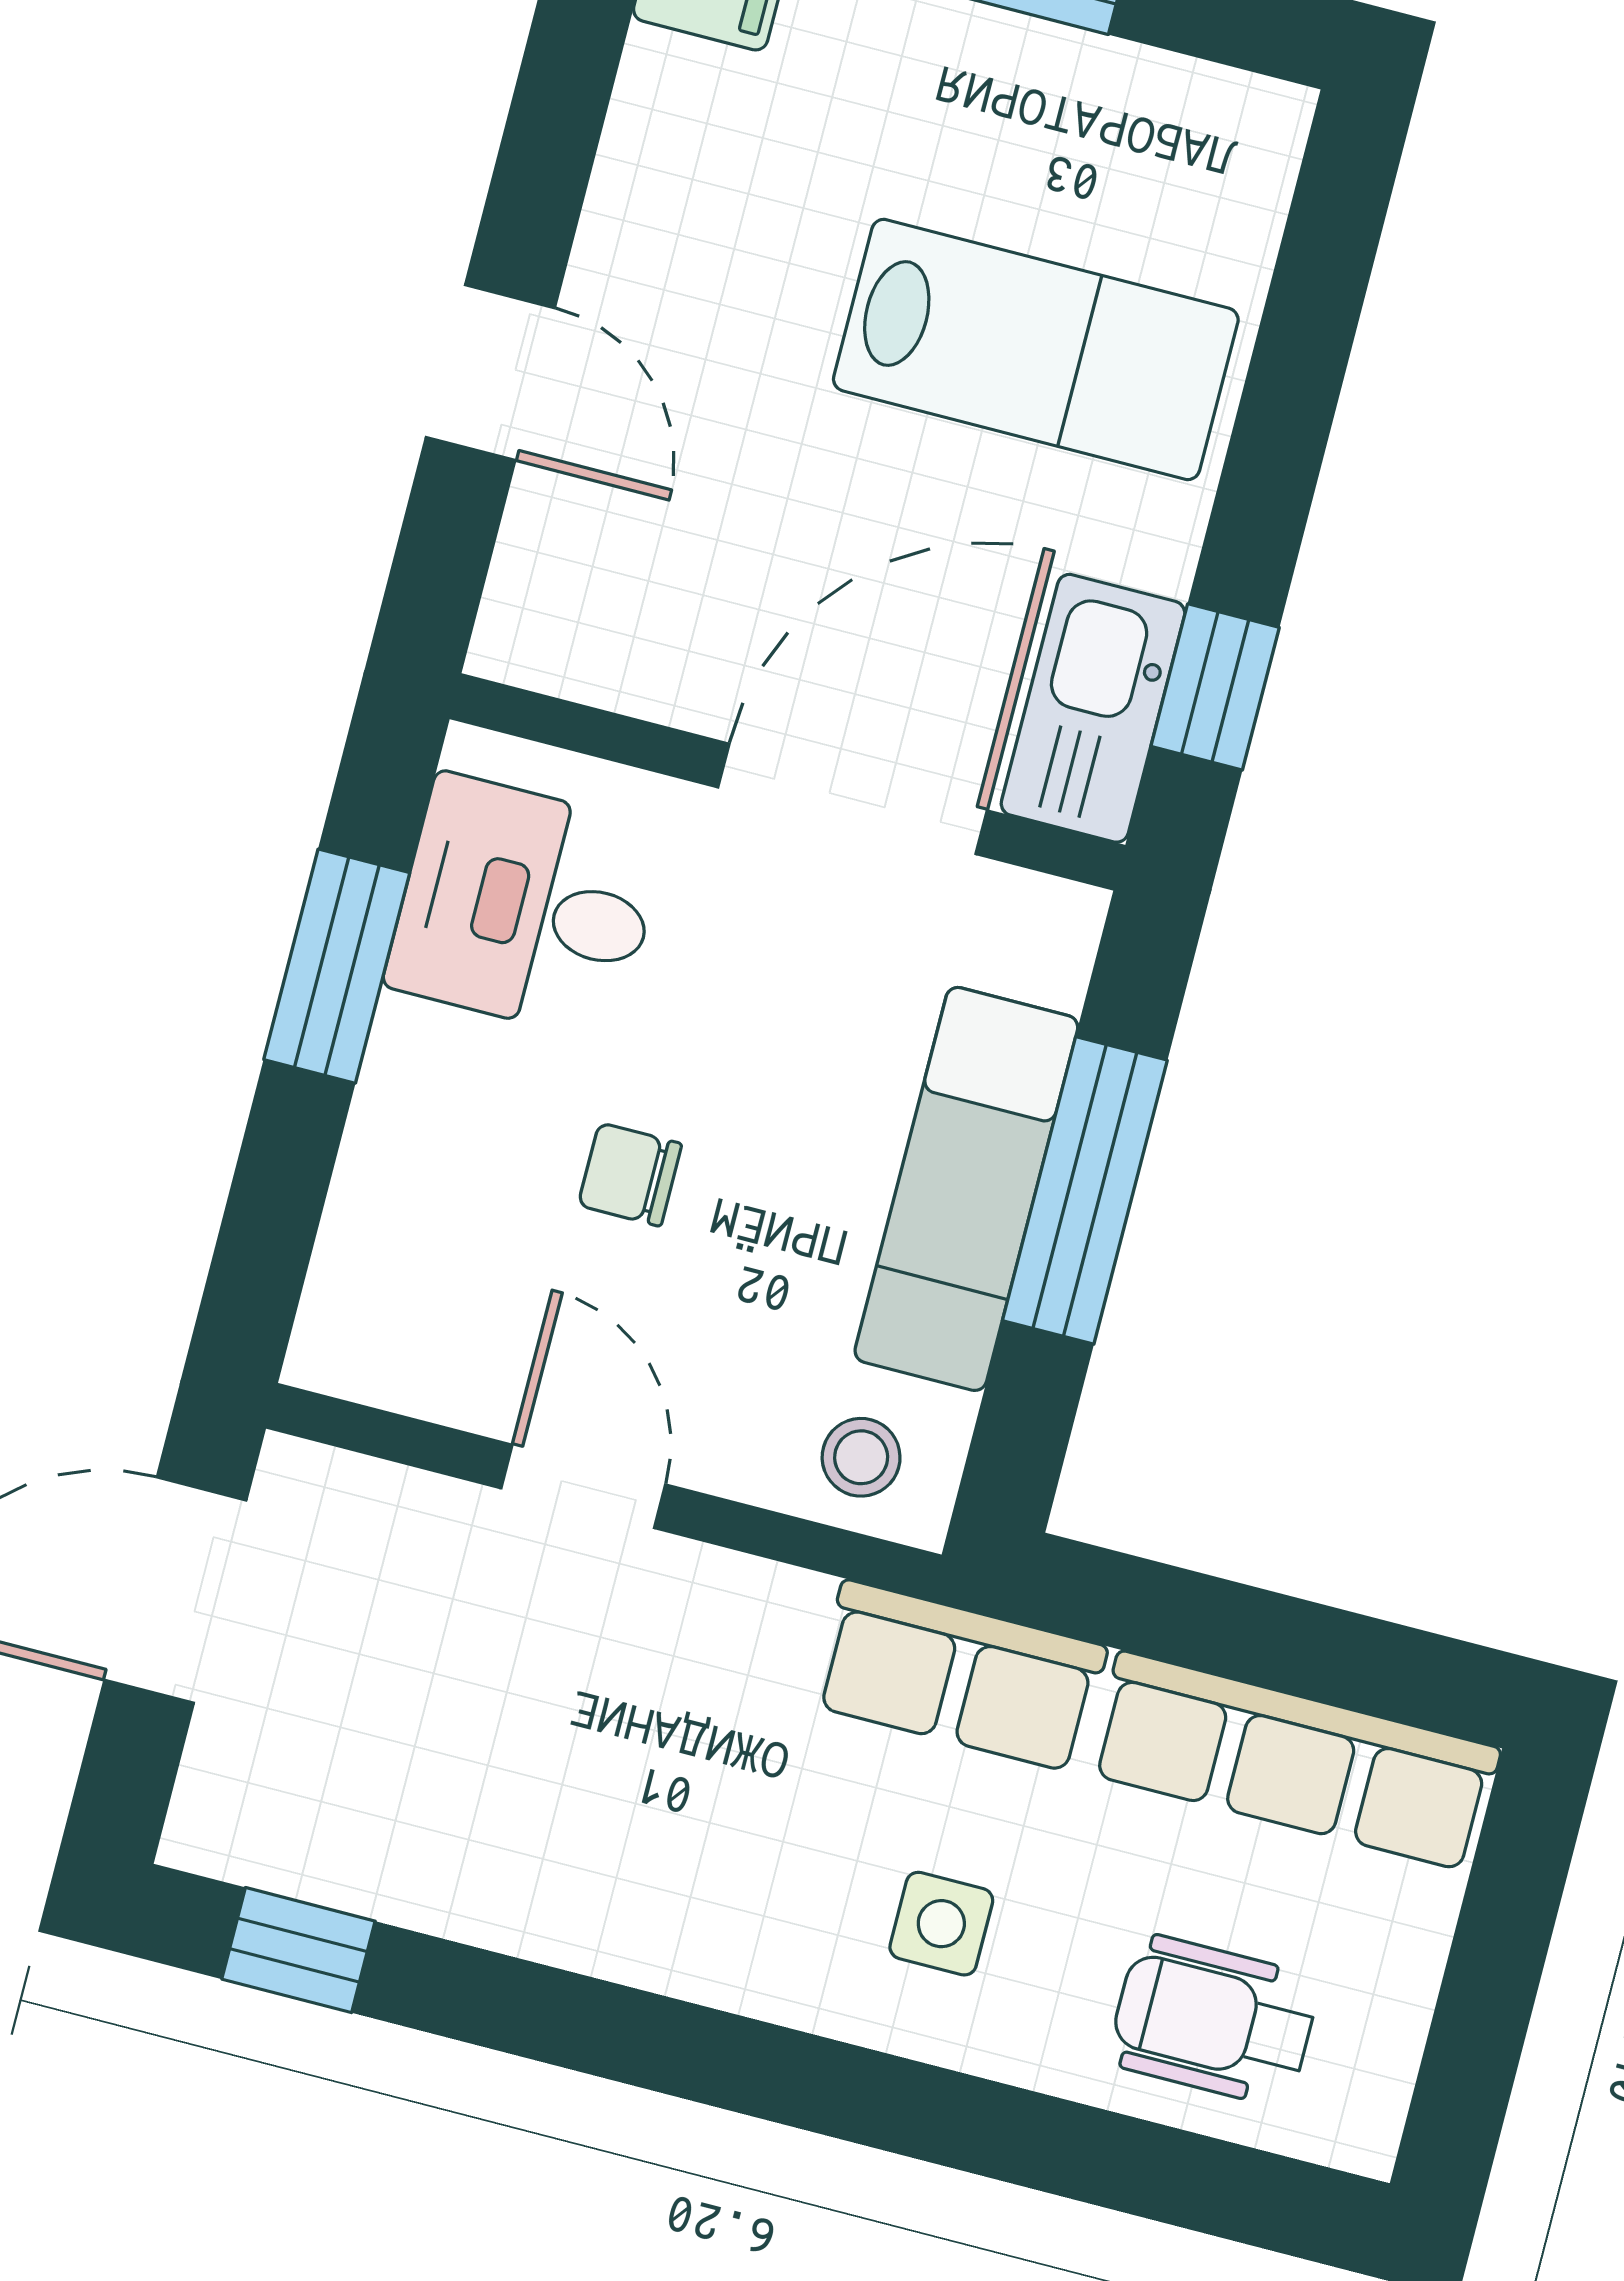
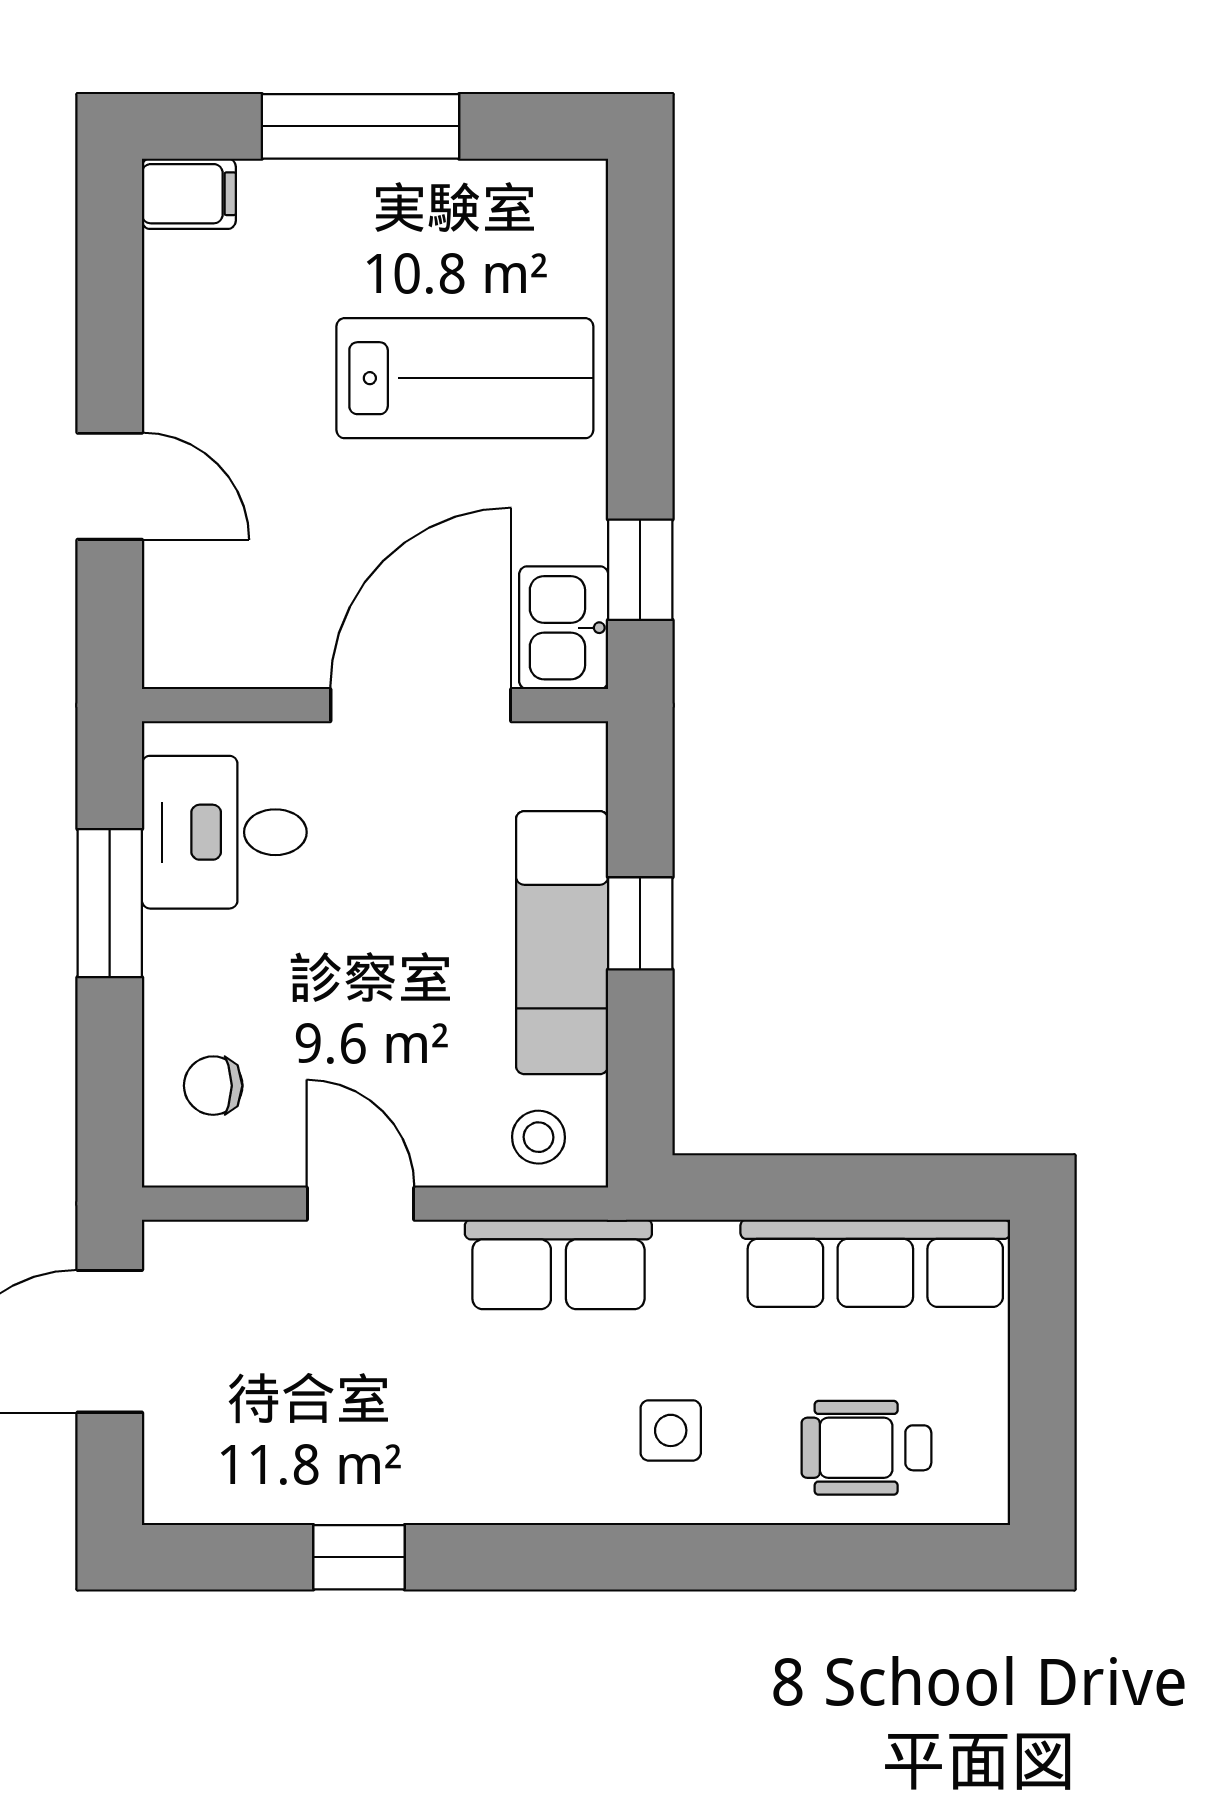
kitchen sink: (1093, 708) -> (564, 628), width x0.73
chair: (630, 1175) -> (213, 1086), moved
window: (1085, 1190) -> (640, 923), width x0.46
row of seats: (959, 1676) -> (558, 1264), moved
window: (298, 1950) -> (359, 1557), moved

